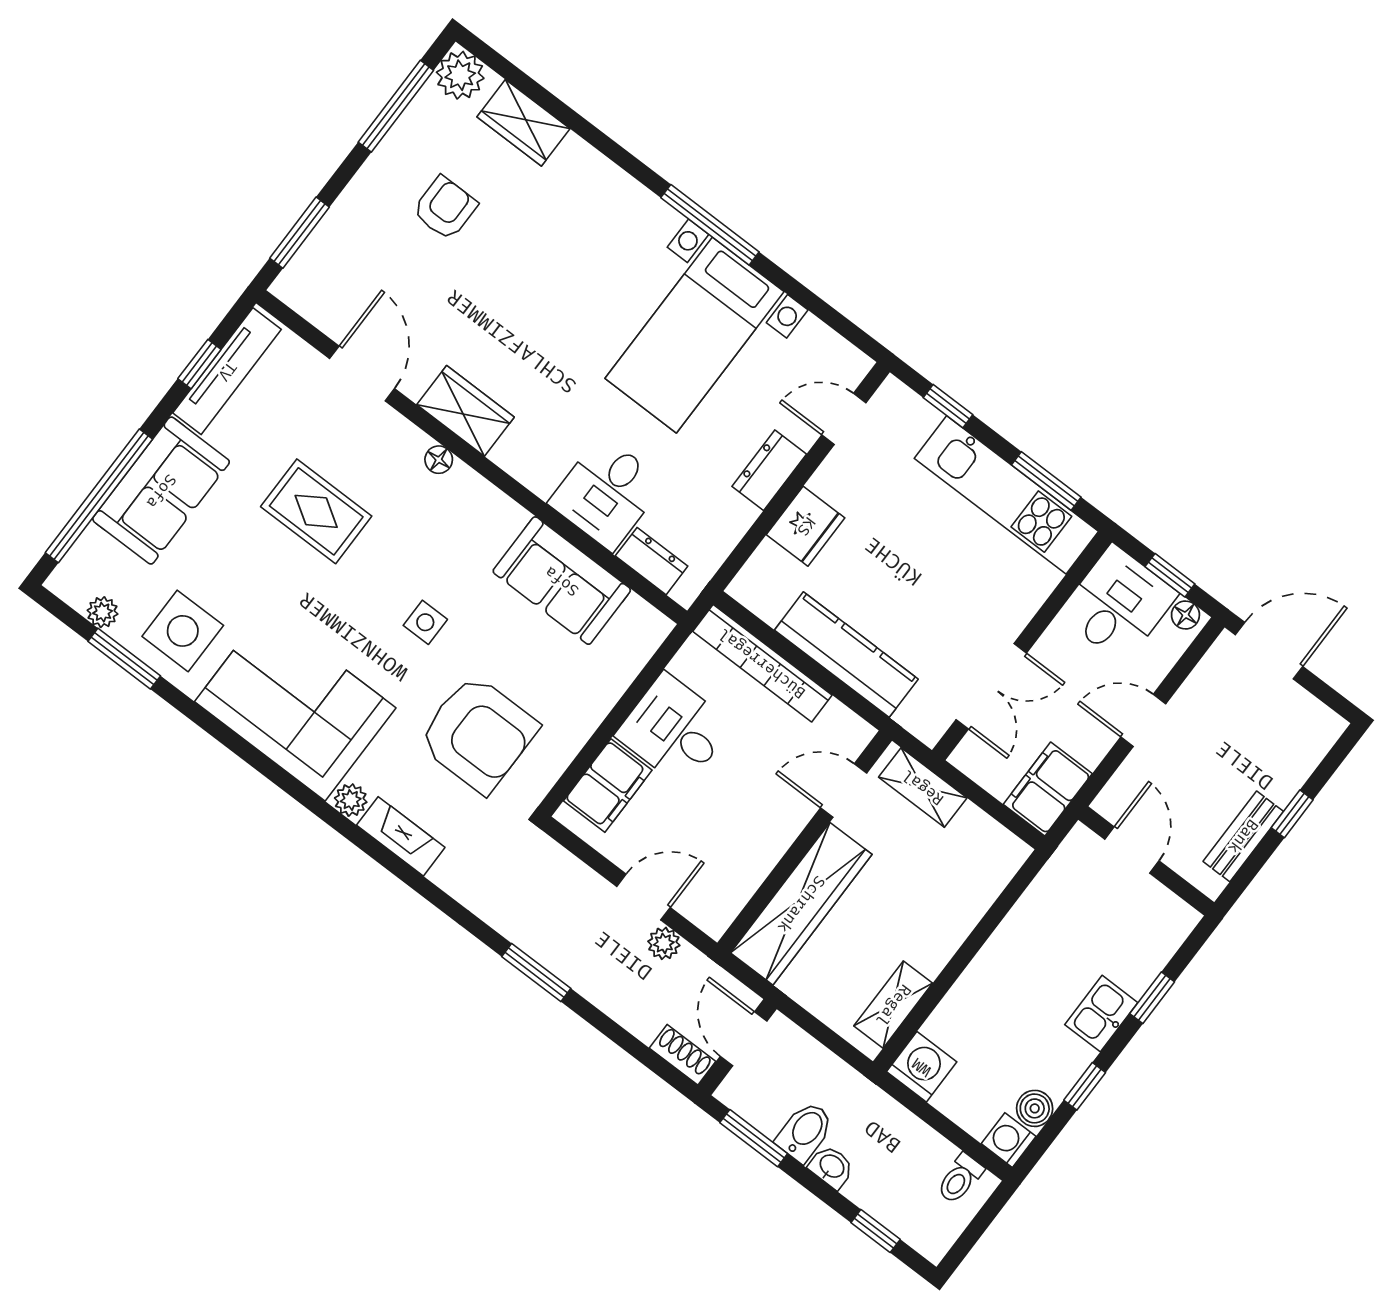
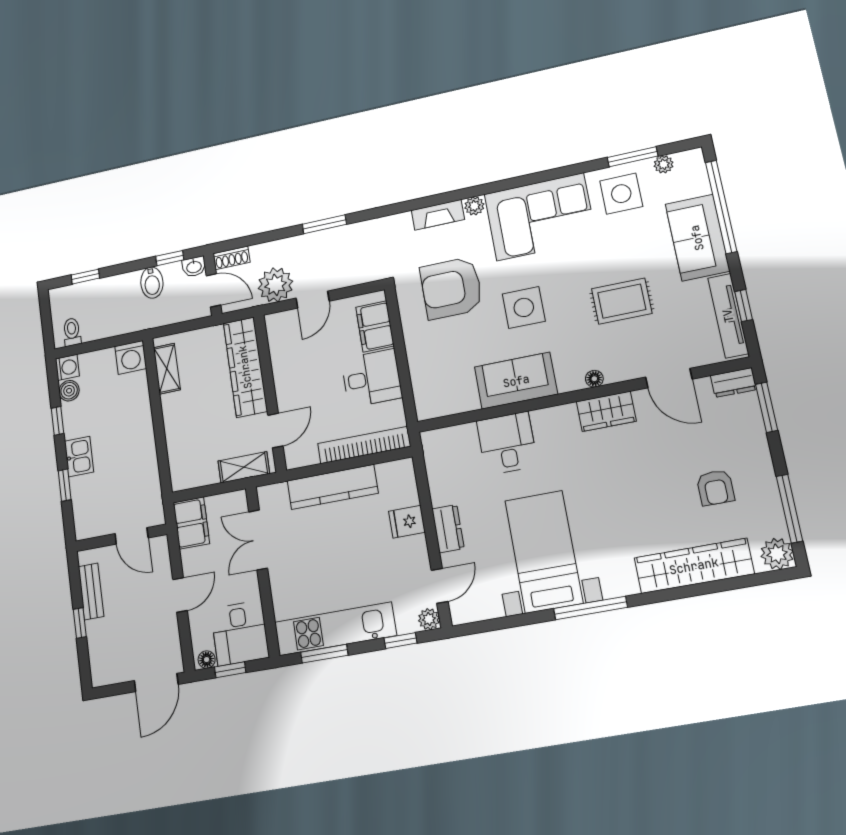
wardrobe: (523, 123) -> (694, 566), width x2.10, depth x1.17
plant: (893, 396) -> (429, 619), added
fridge: (806, 526) -> (407, 522), width x0.72
dresser: (652, 561) -> (734, 383), moved
sofa: (562, 581) -> (516, 381), moved
side table: (425, 622) -> (524, 307), width x1.87, depth x1.87
plant: (664, 943) -> (275, 285), width x1.88, depth x1.88
window: (754, 1138) -> (170, 258), width x0.67
washbasin: (831, 1167) -> (194, 267), moved

